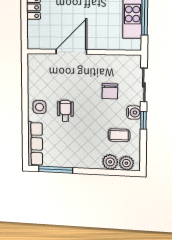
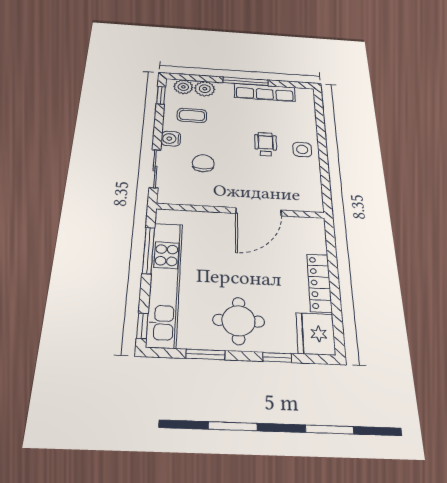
wheelchair: (65, 111) -> (266, 144), turned 180
window: (143, 120) -> (161, 95), moved
row of seats: (35, 144) -> (265, 92), moved, turned -90
window: (56, 170) -> (246, 81), moved

